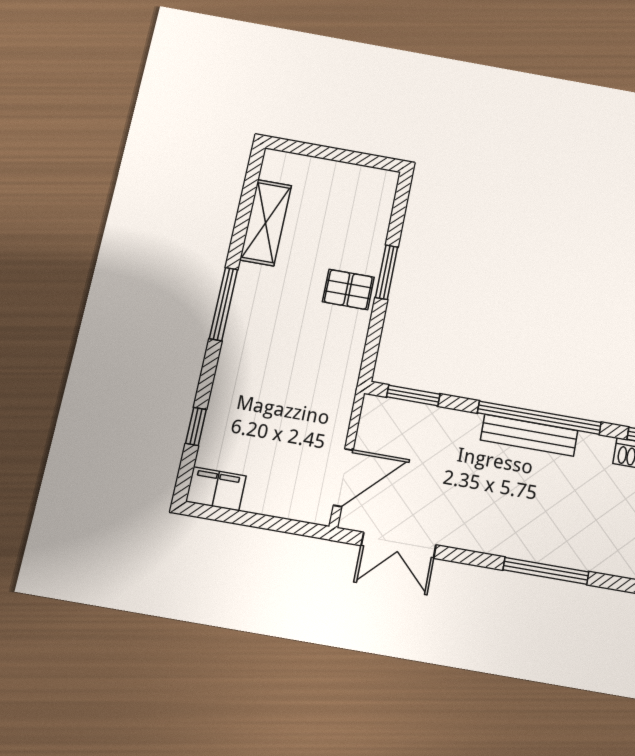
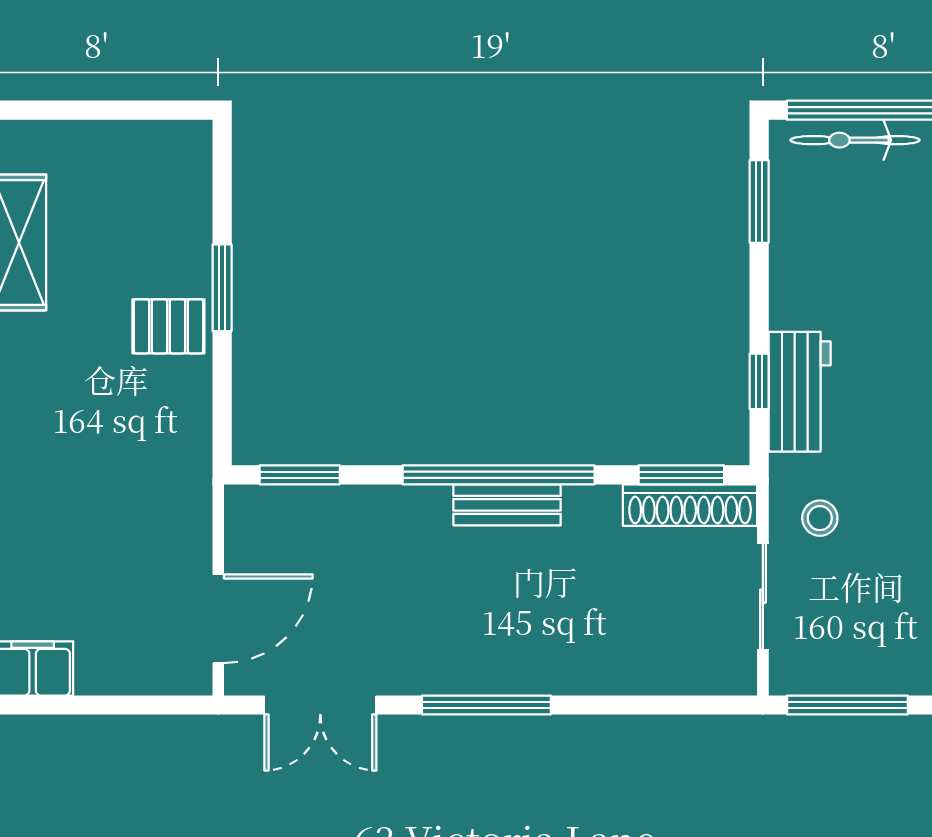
bench: (529, 435) -> (507, 505), width x0.73
window: (546, 571) -> (486, 705), moved

